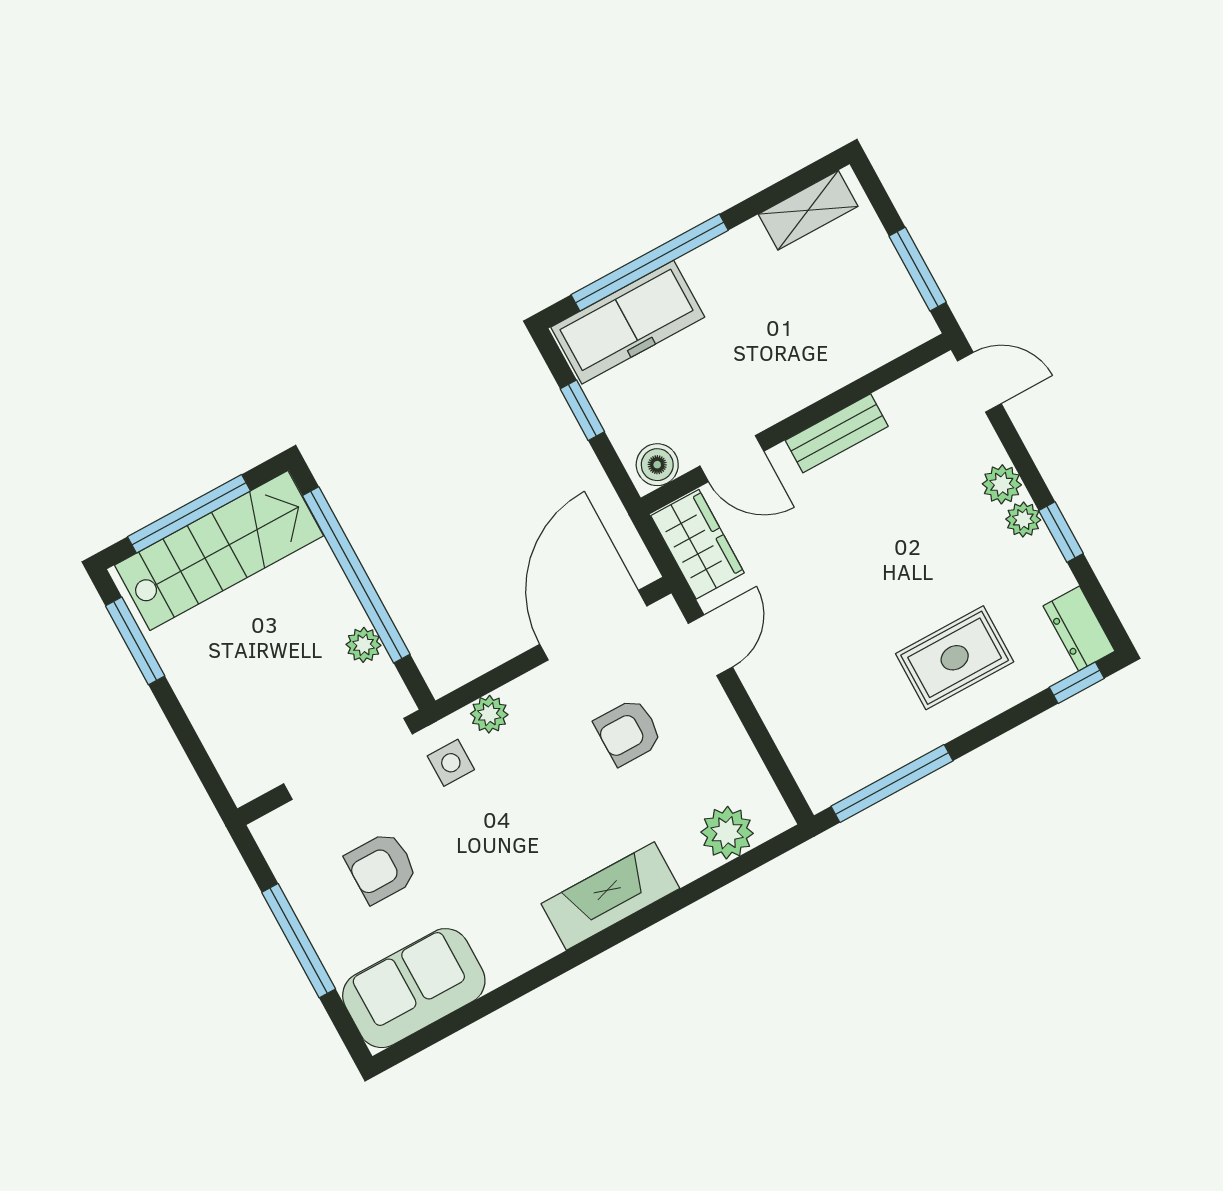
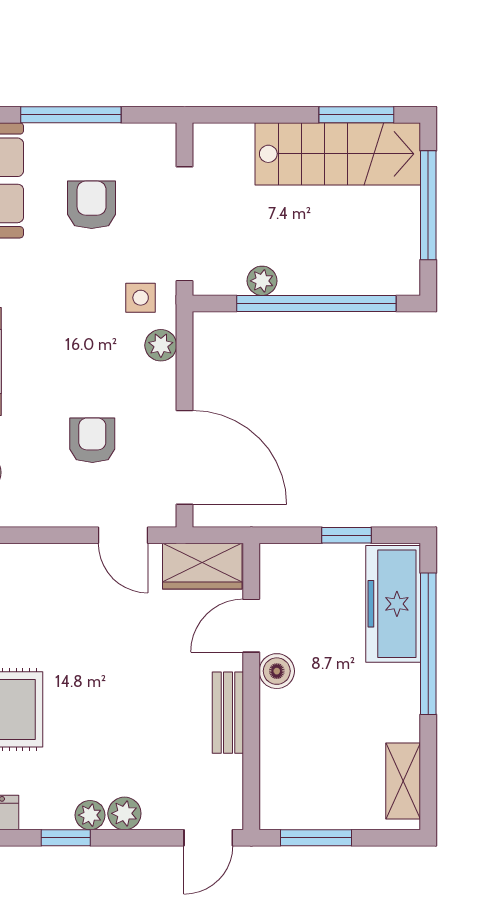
boiler: (657, 465) -> (277, 671), moved
stairs: (219, 551) -> (338, 154), moved, turned -90

